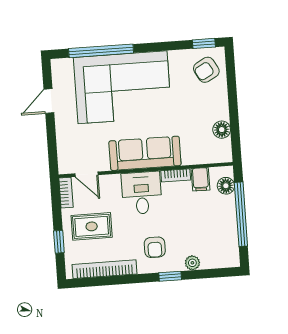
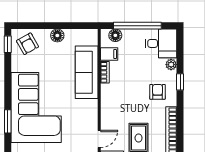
window: (101, 51) -> (8, 121), width x0.47
floor lamp: (222, 130) -> (57, 36), moved
sofa: (145, 153) -> (87, 72), moved
desk: (142, 193) -> (161, 43), moved, turned 180
armchair: (155, 247) -> (157, 92), turned -90

